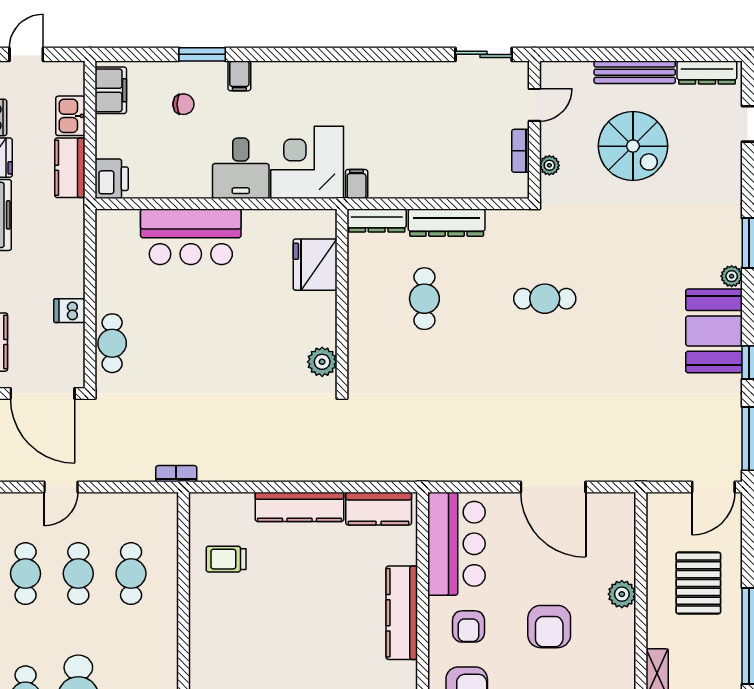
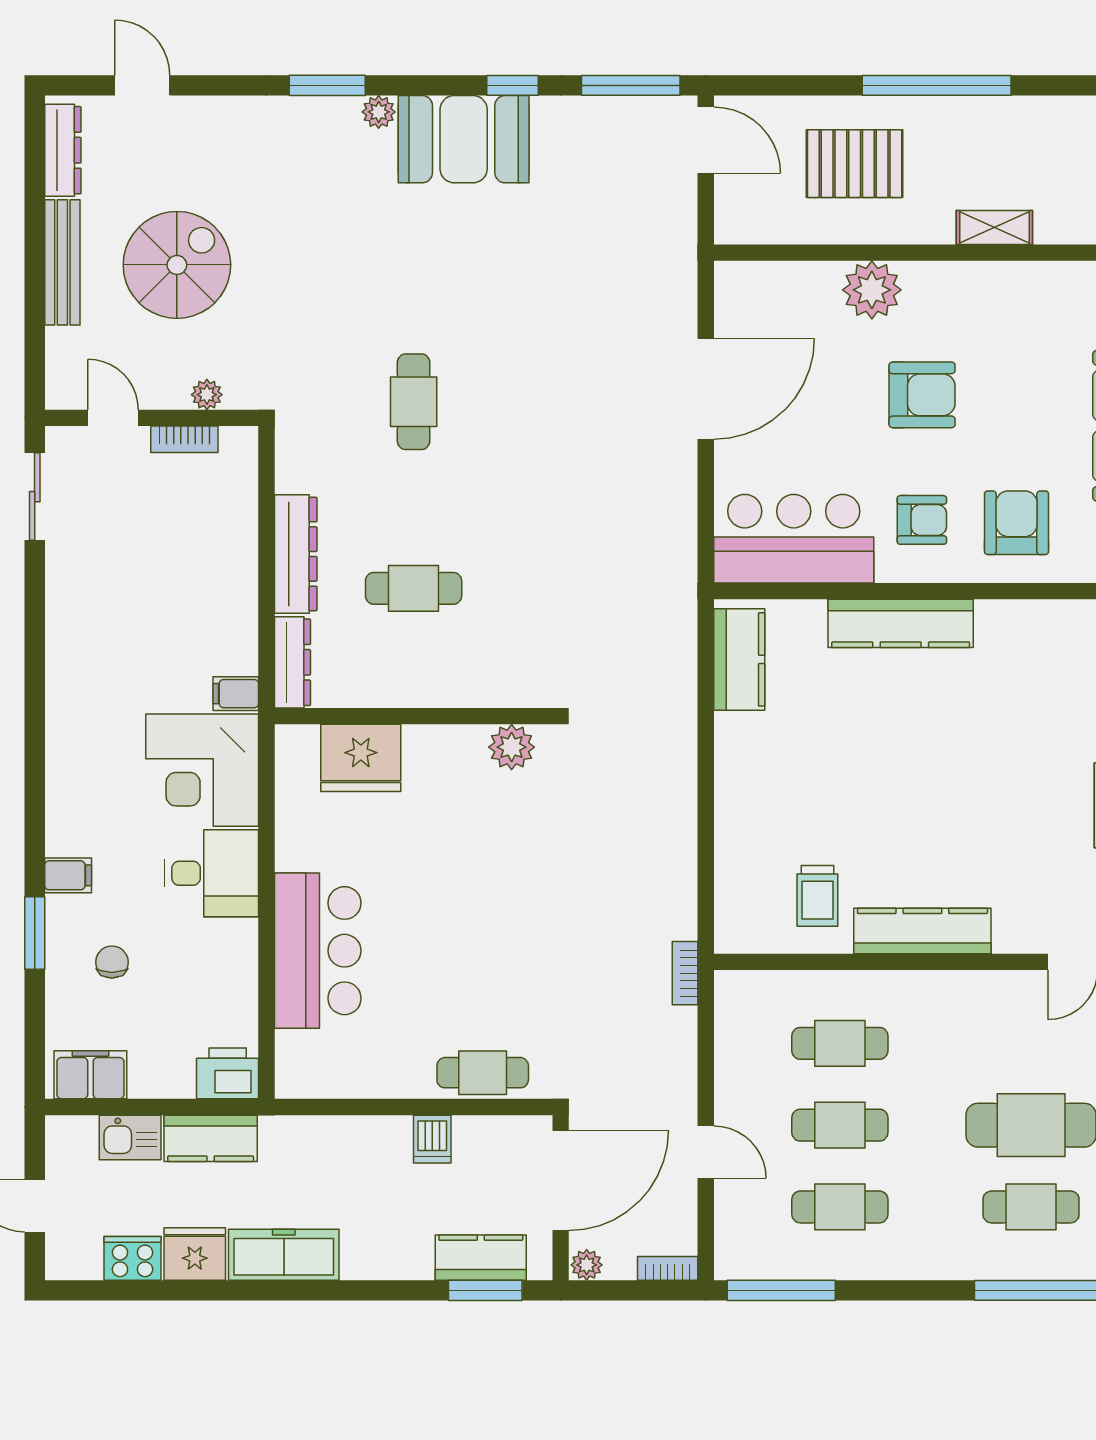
kitchen counter: (300, 507) -> (922, 931), moved, turned -90
plant: (622, 594) -> (872, 290), width x1.36, depth x1.36

